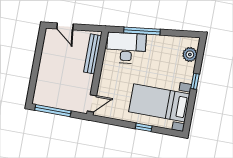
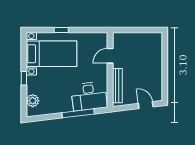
door: (92, 103) -> (110, 56), moved
window: (53, 111) -> (143, 30), removed

